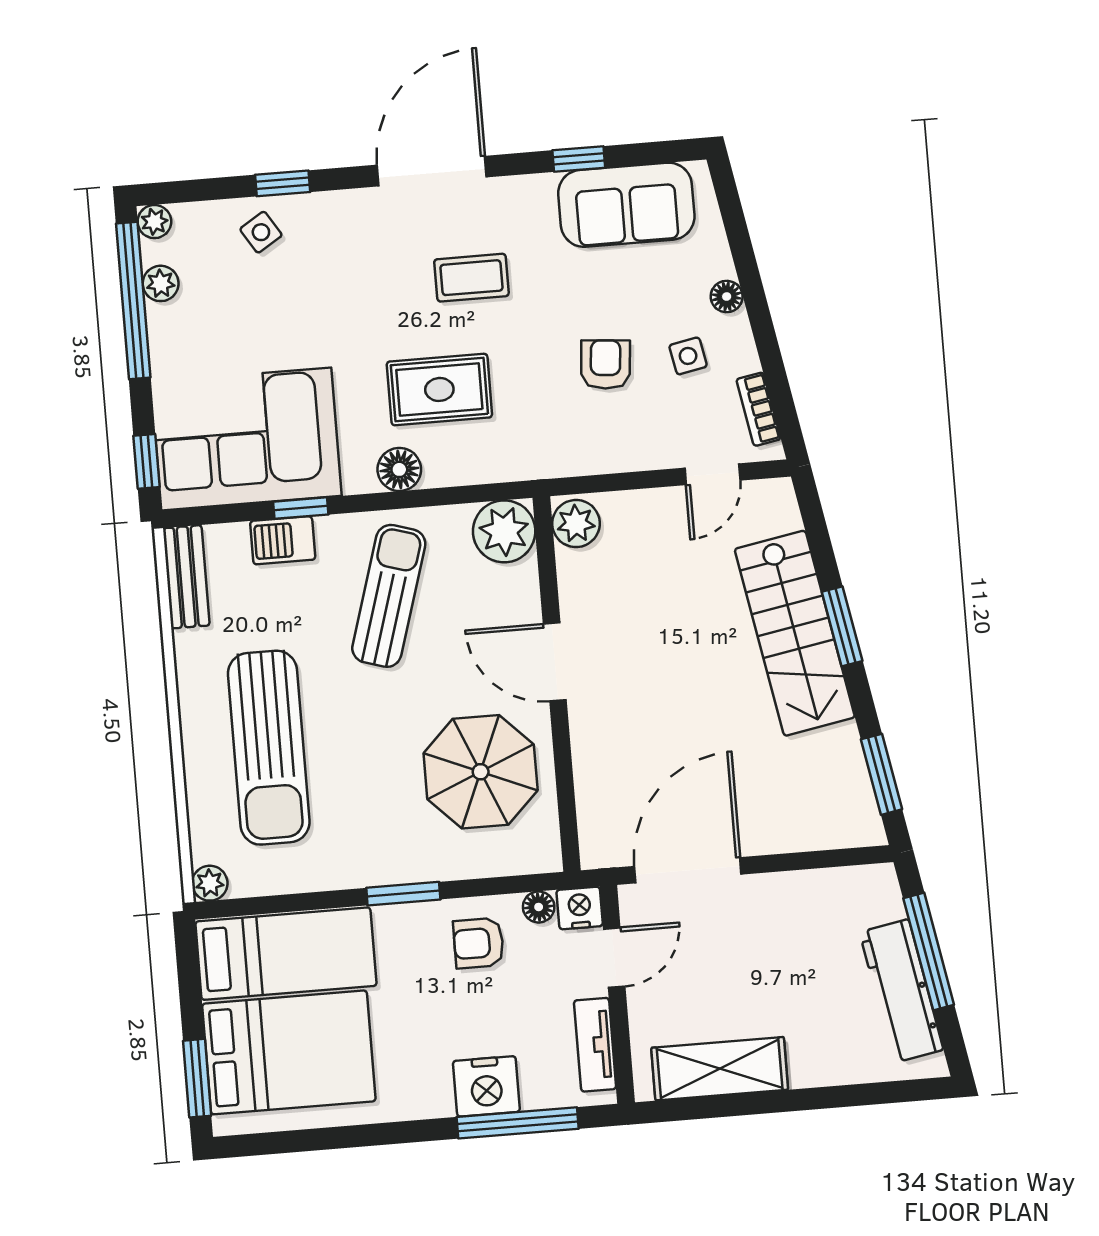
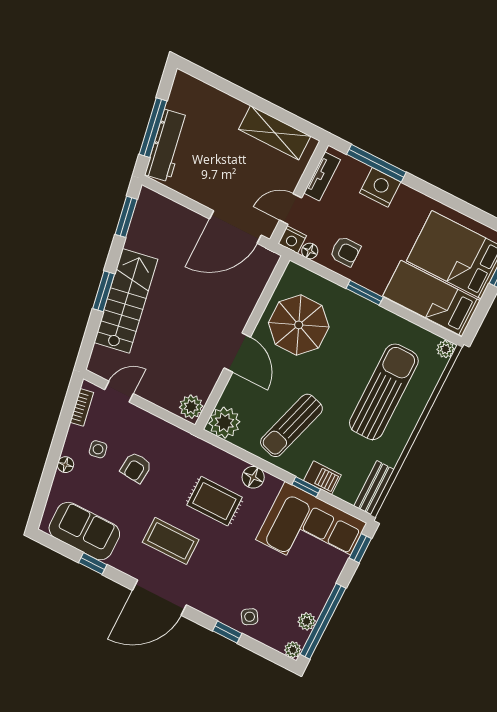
coffee table: (471, 278) -> (171, 541), width x1.36, depth x1.30
workbench: (901, 991) -> (167, 146), moved

